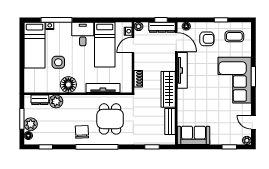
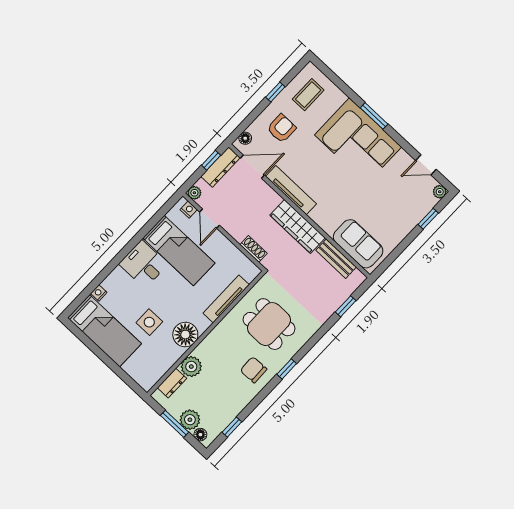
window: (57, 20) -> (99, 279), removed
sofa: (193, 135) -> (358, 244), moved, turned 90
window: (97, 147) -> (287, 369), width x0.32

